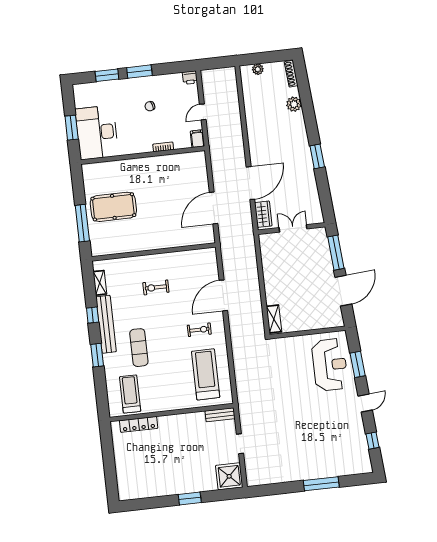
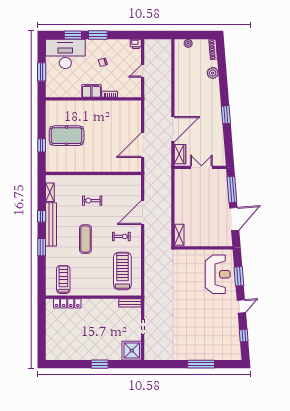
desk: (97, 132) -> (65, 54), moved, turned 90
filing cabinet: (197, 139) -> (91, 91), moved, width x2.00
window: (82, 223) -> (42, 145), width x0.46
exercise mat: (139, 348) -> (85, 239), moved

